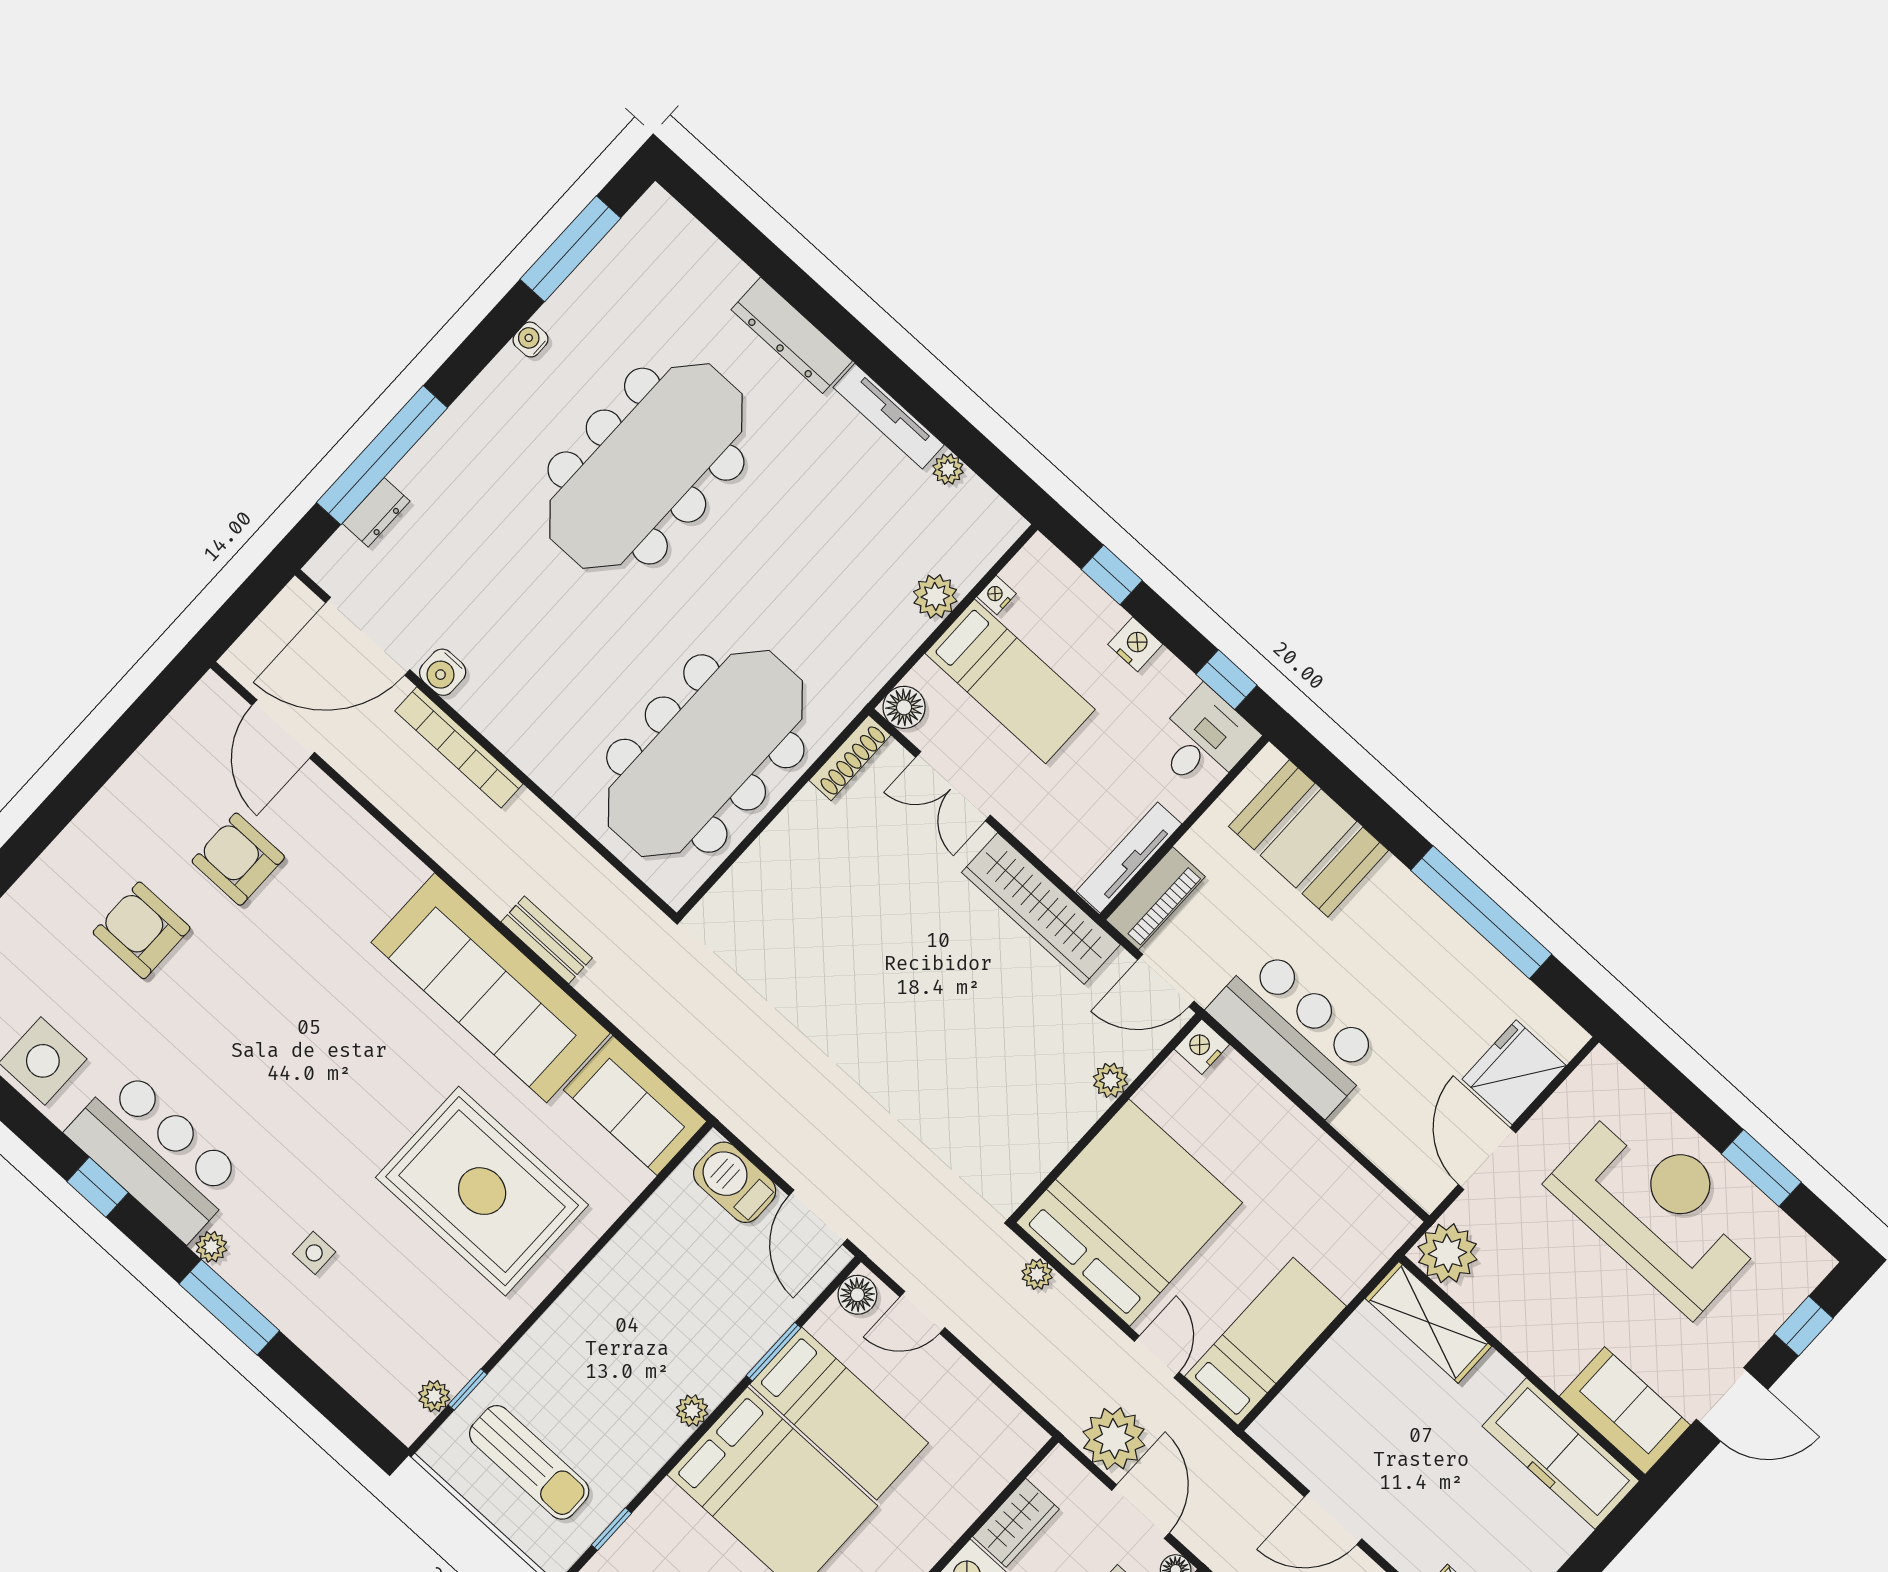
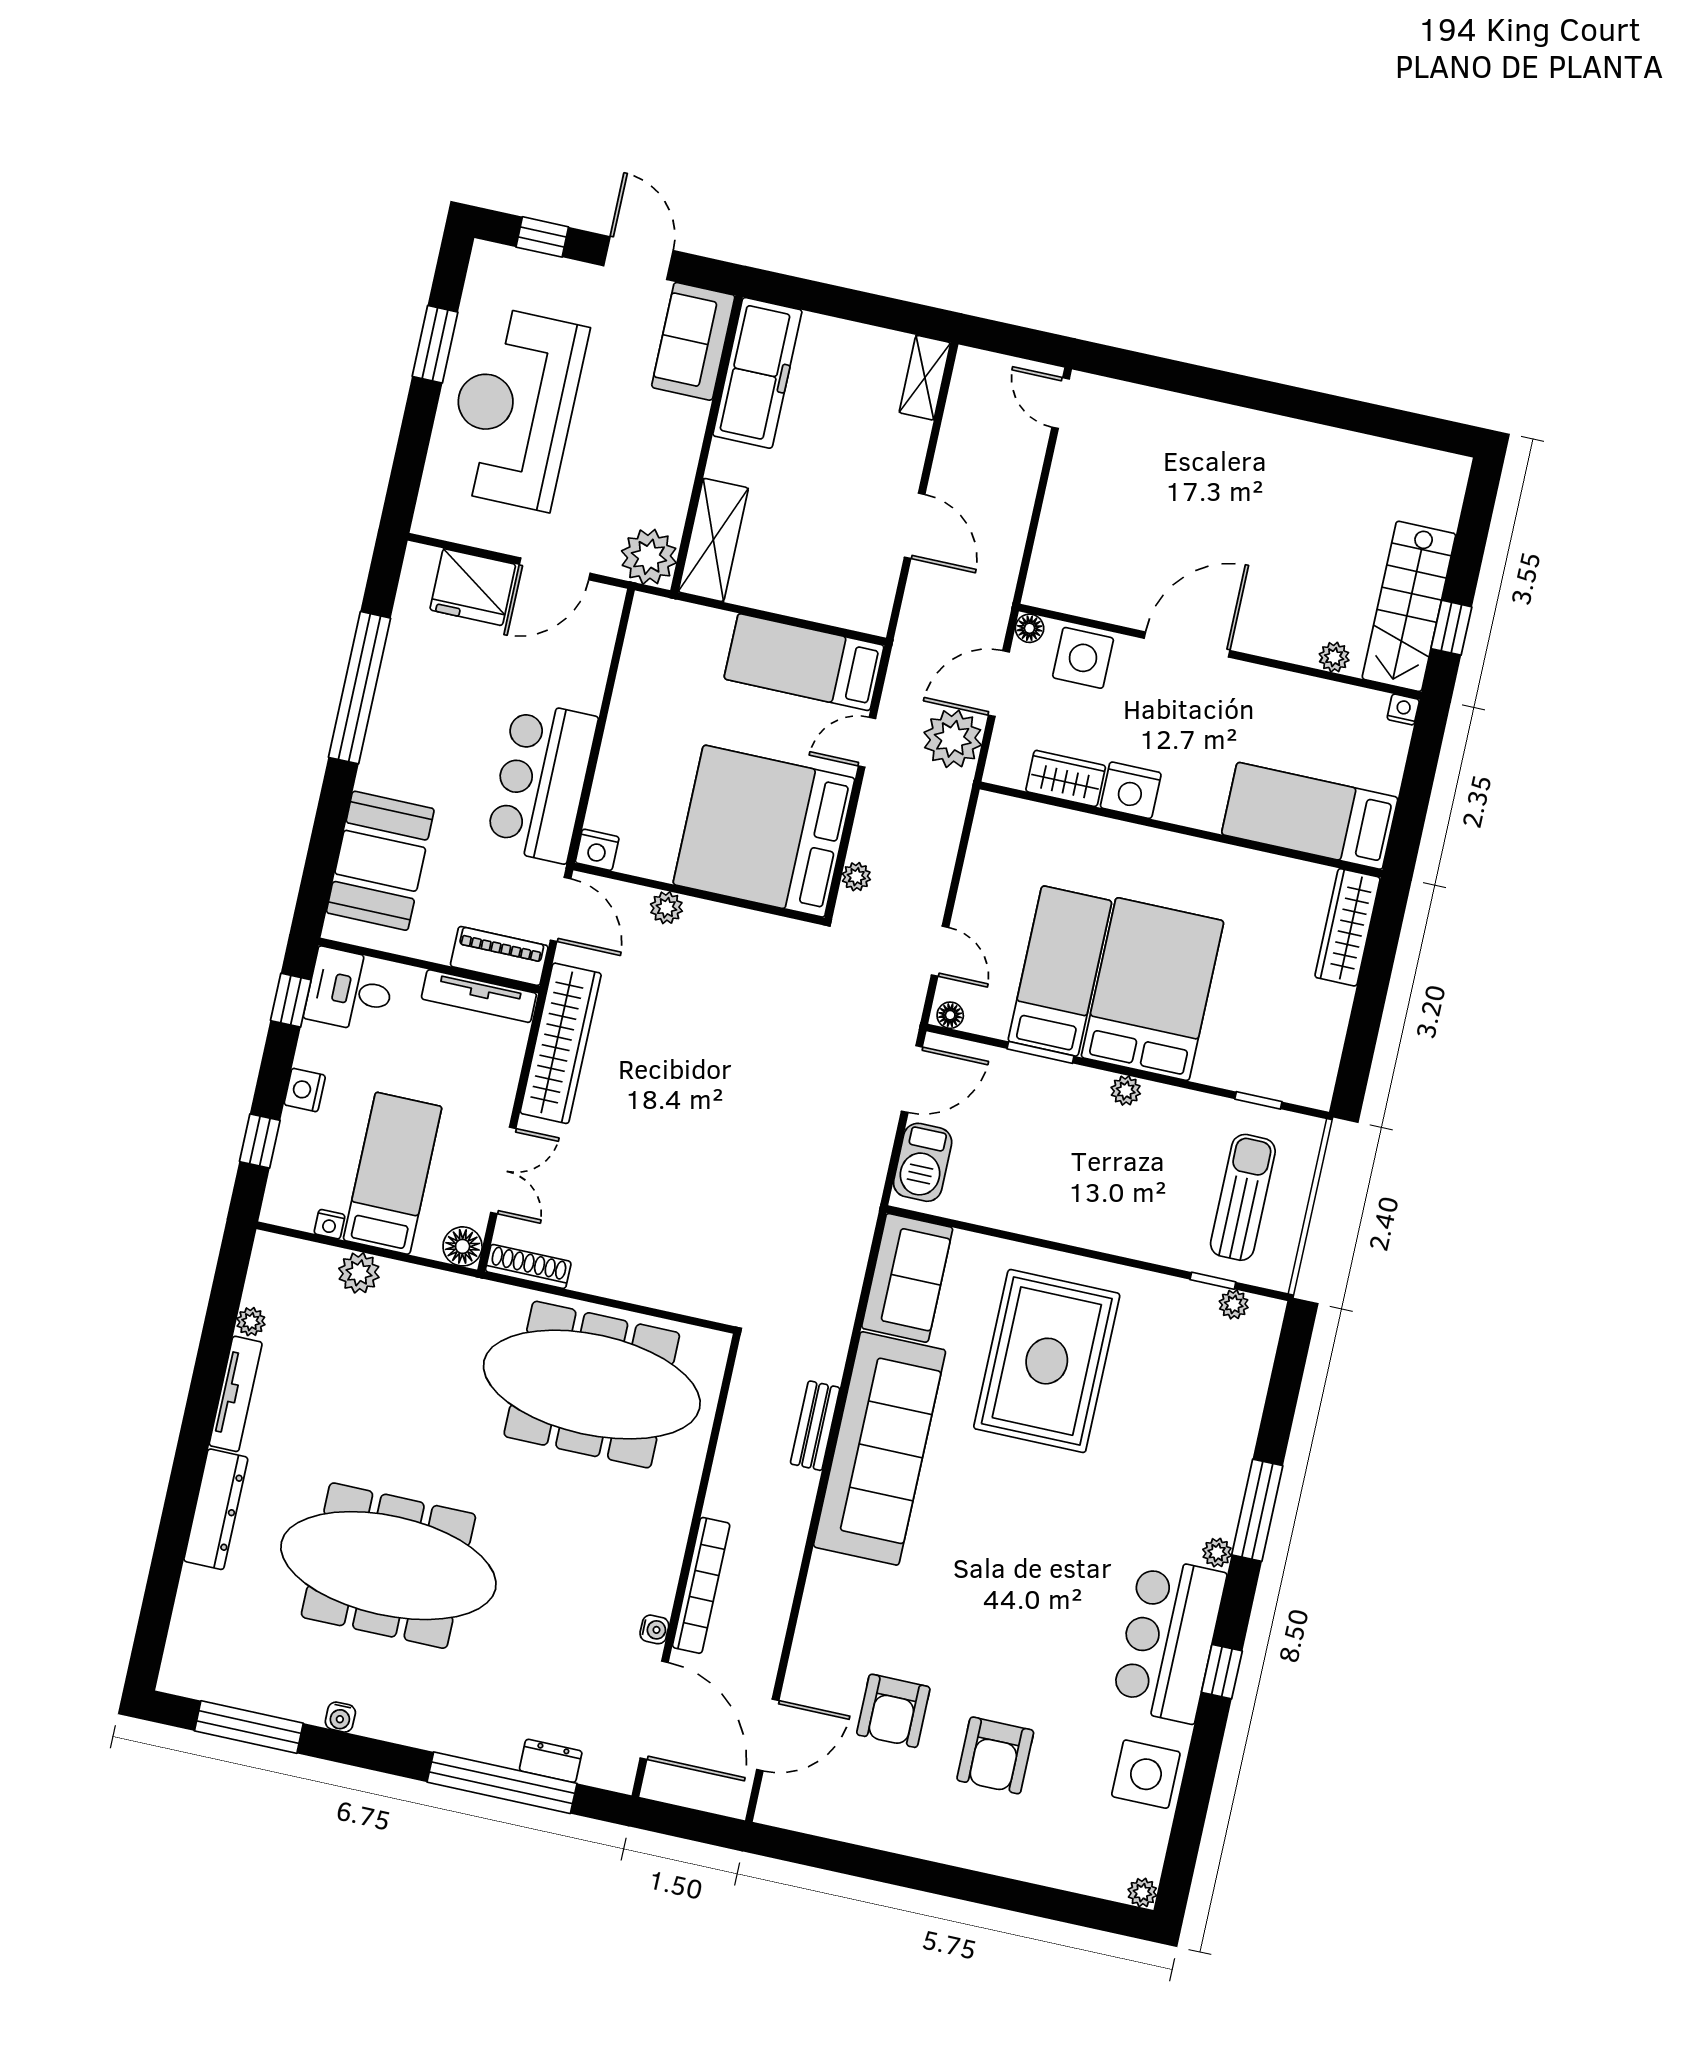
water cooler: (443, 672) -> (654, 1629), width x0.72, depth x0.72
side table: (314, 1253) -> (1174, 1467), removed
floor lamp: (857, 1295) -> (950, 1015), width x0.73, depth x0.73

